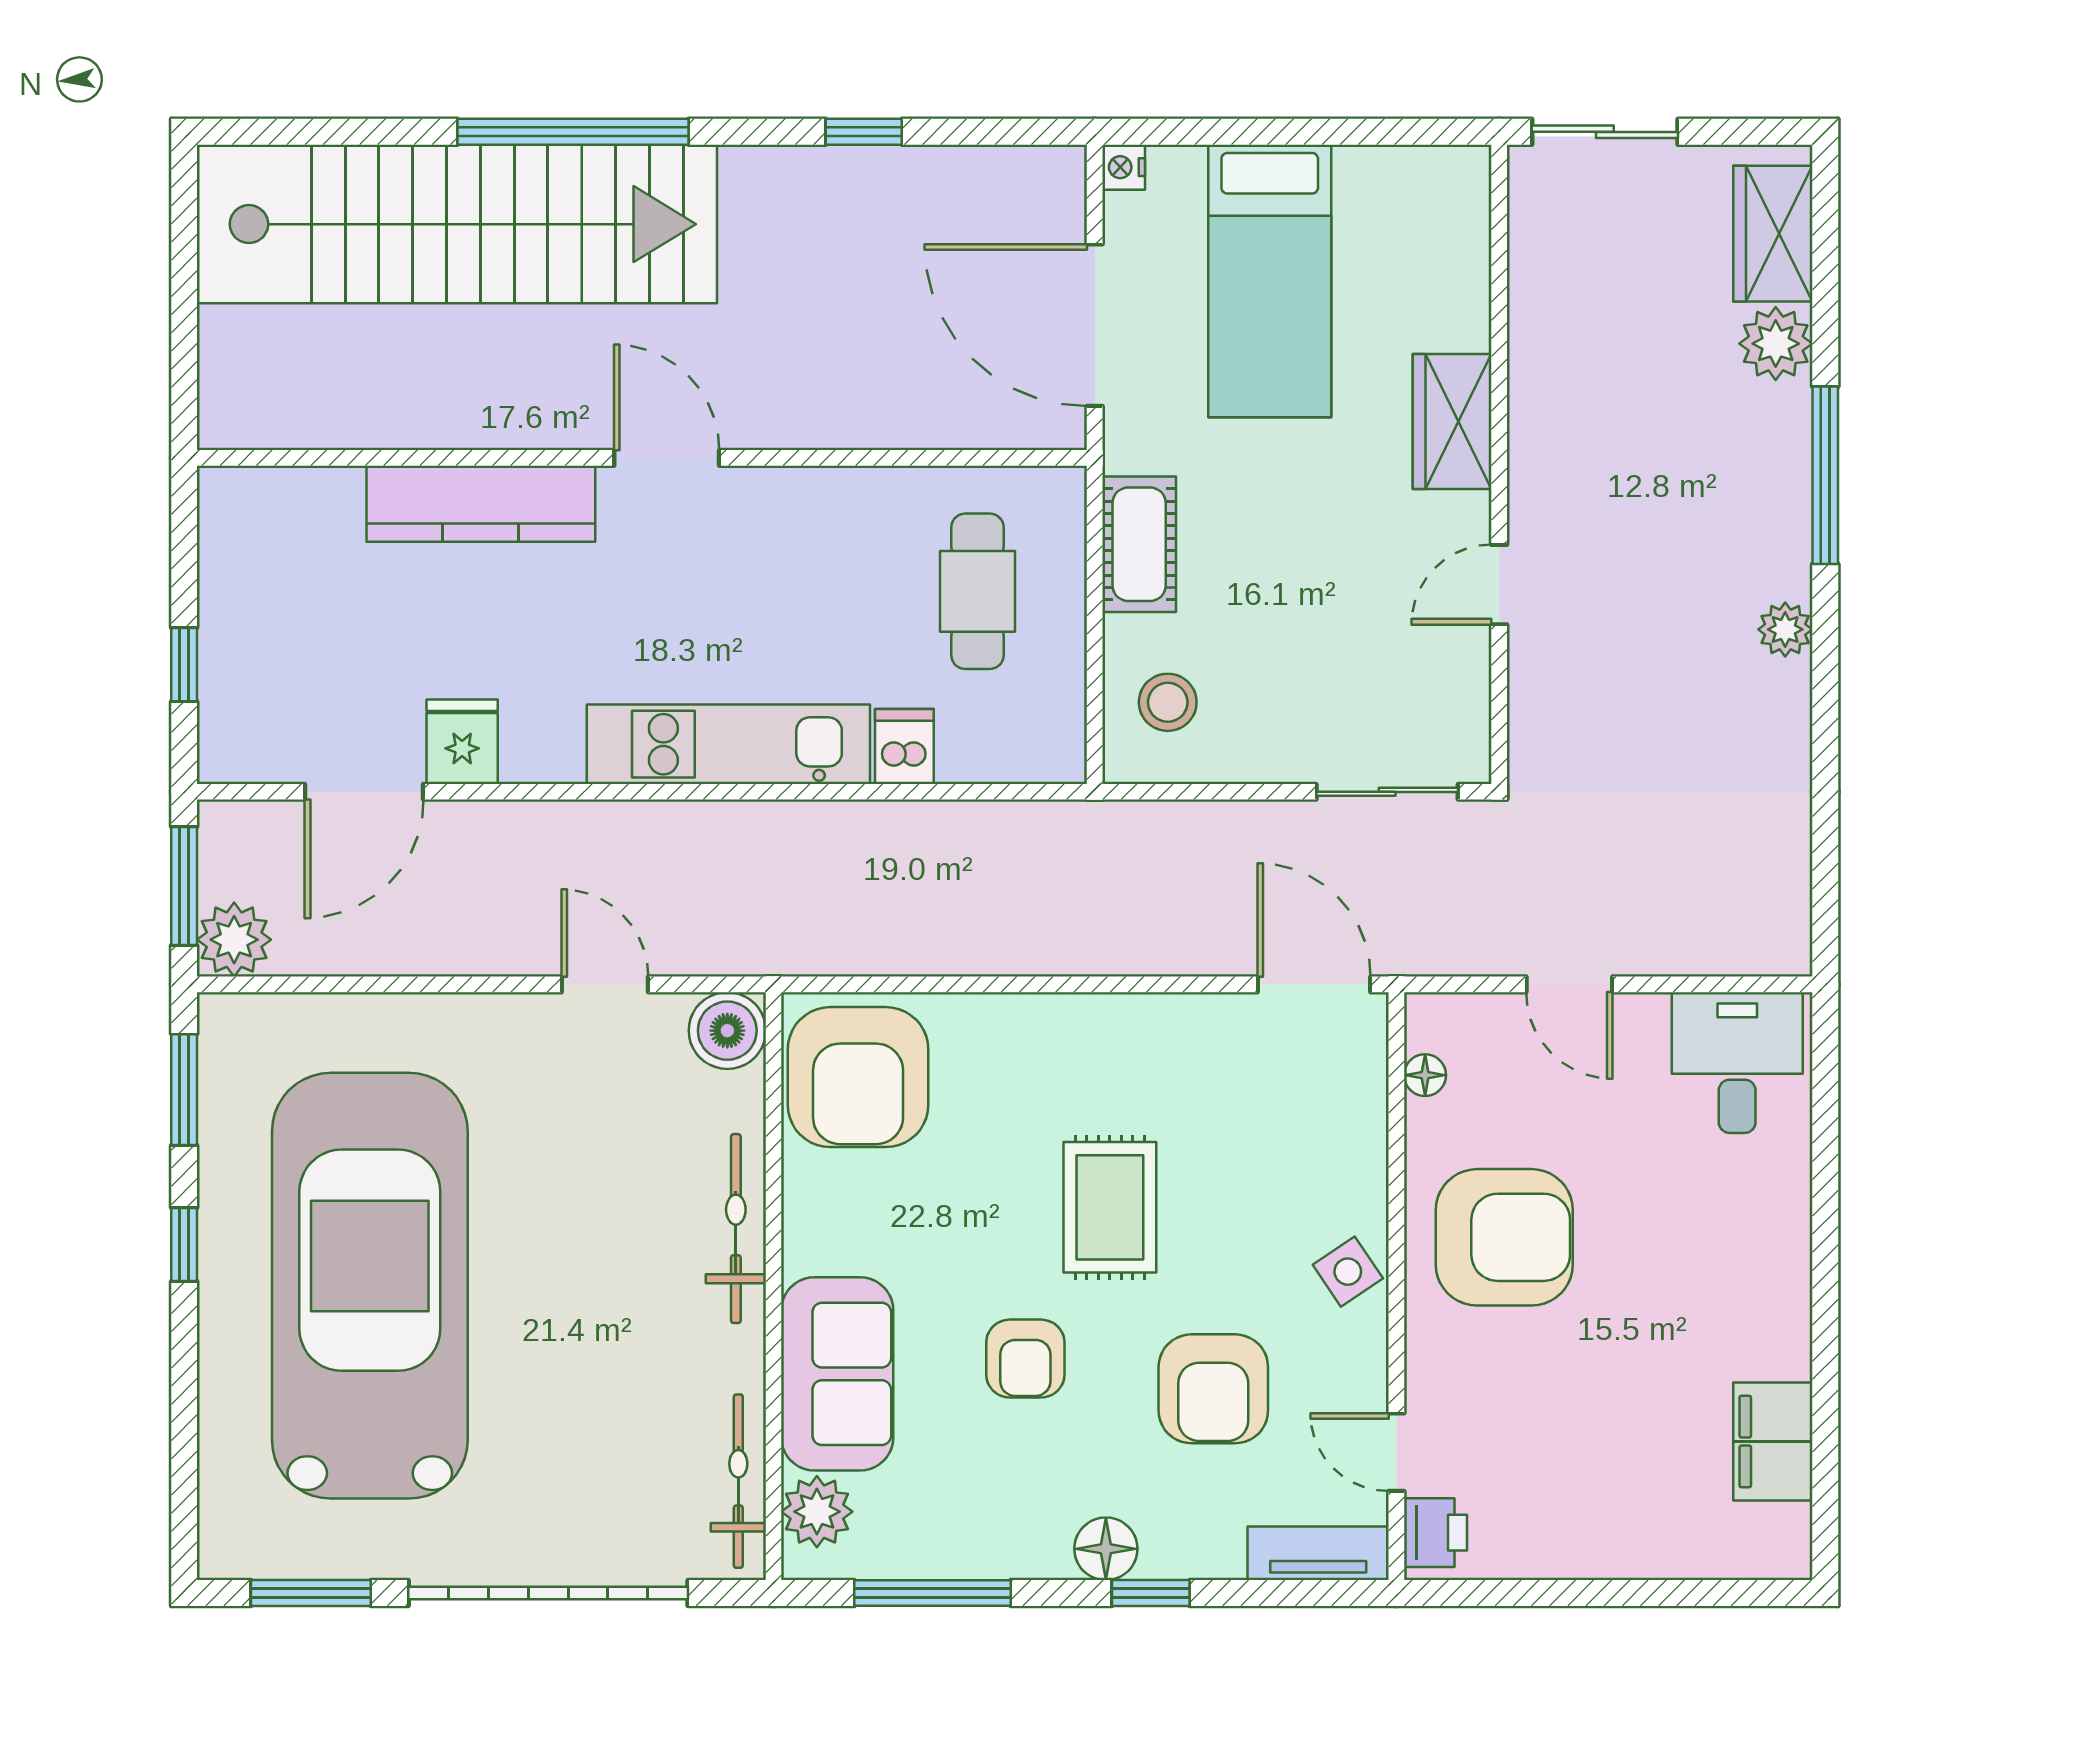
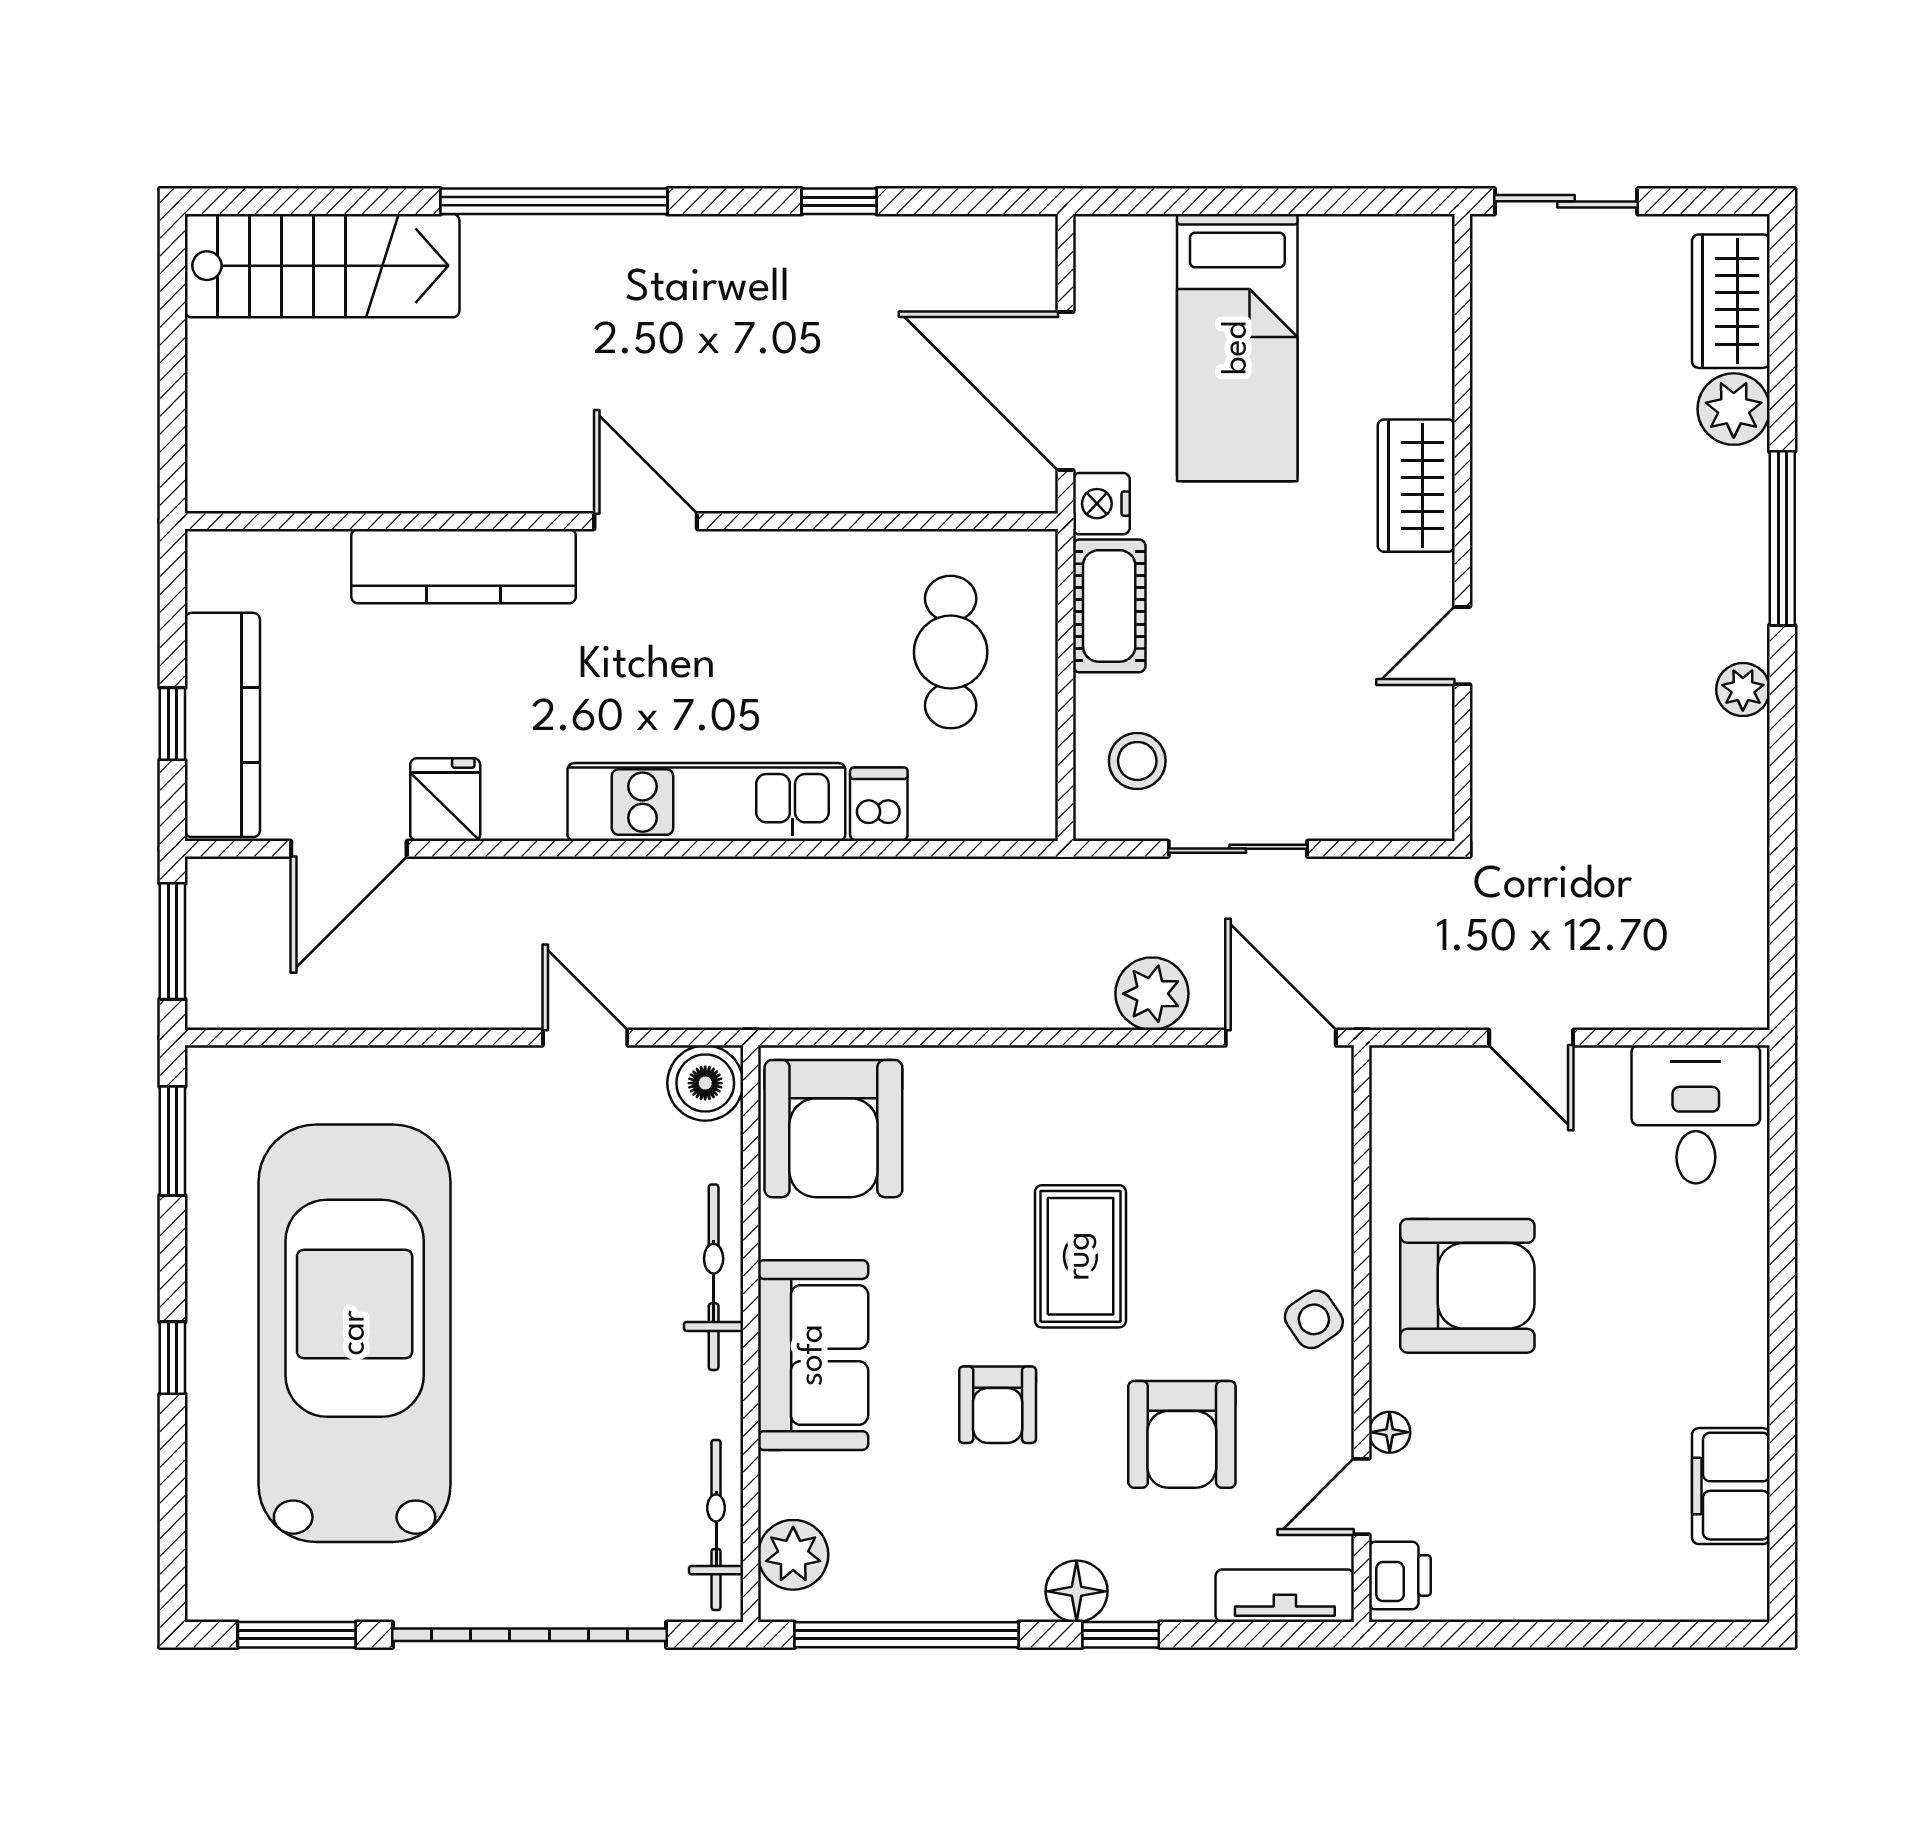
nightstand: (1124, 167) -> (1101, 504), moved, width x1.39, depth x1.35
stairs: (457, 224) -> (322, 266), width x0.54, depth x0.66
kitchen counter: (235, 666) -> (222, 725), added
sliding door: (1387, 792) -> (1238, 849), moved
plant: (234, 940) -> (1152, 994), moved
floor lamp: (1425, 1075) -> (1390, 1432), moved
window: (184, 1244) -> (172, 1358), moved
sofa: (837, 1374) -> (813, 1355), moved
door: (1396, 1452) -> (1361, 1497), hinge flipped
window: (932, 1593) -> (906, 1635), width x1.46

